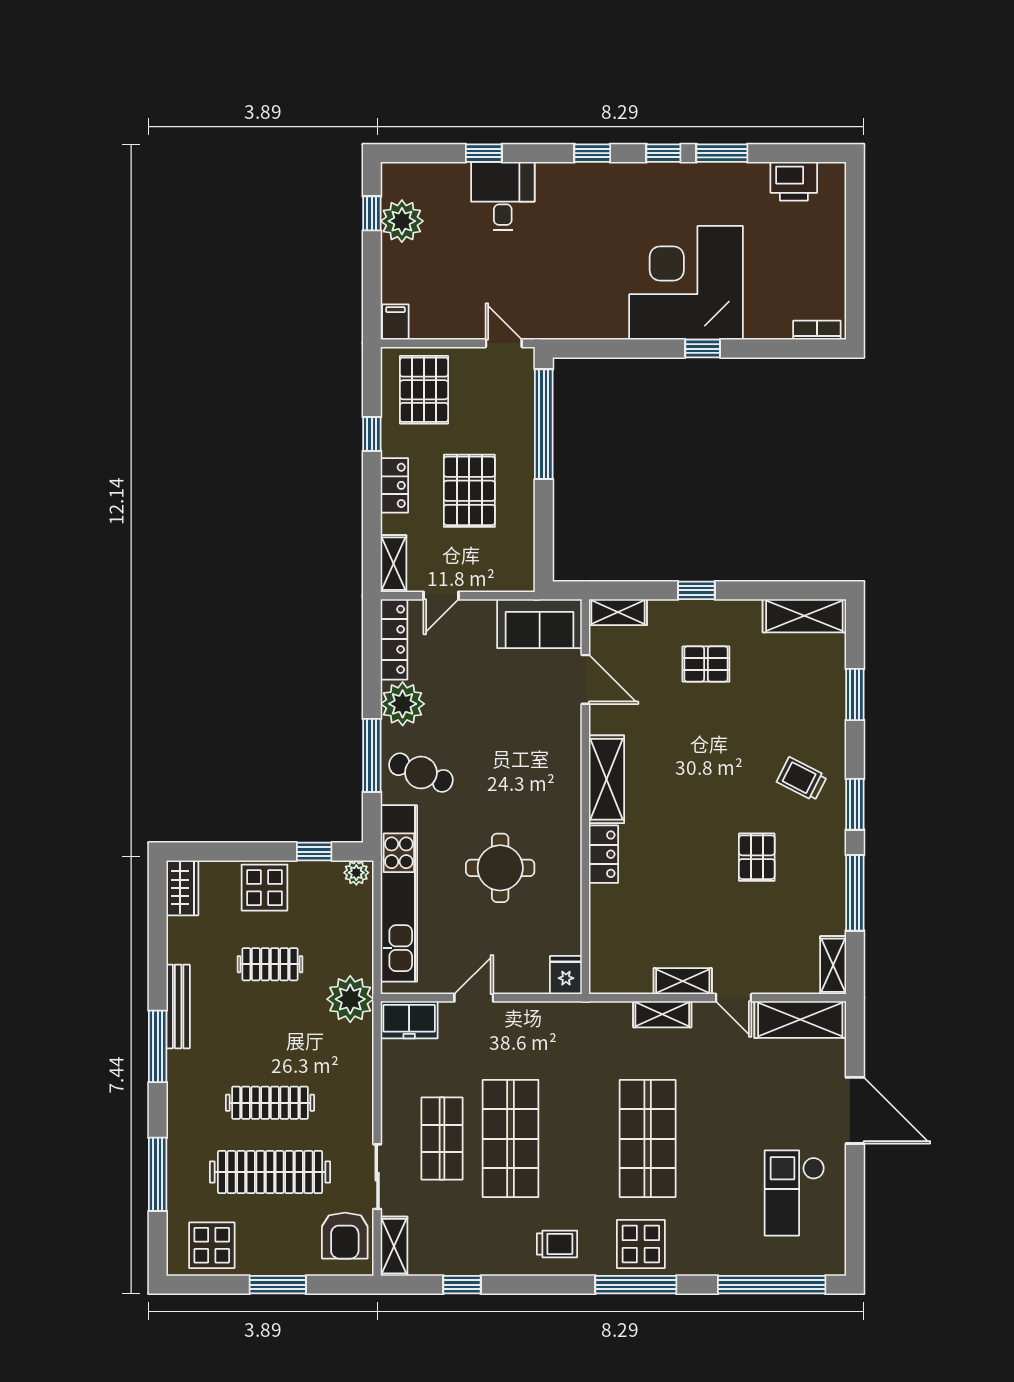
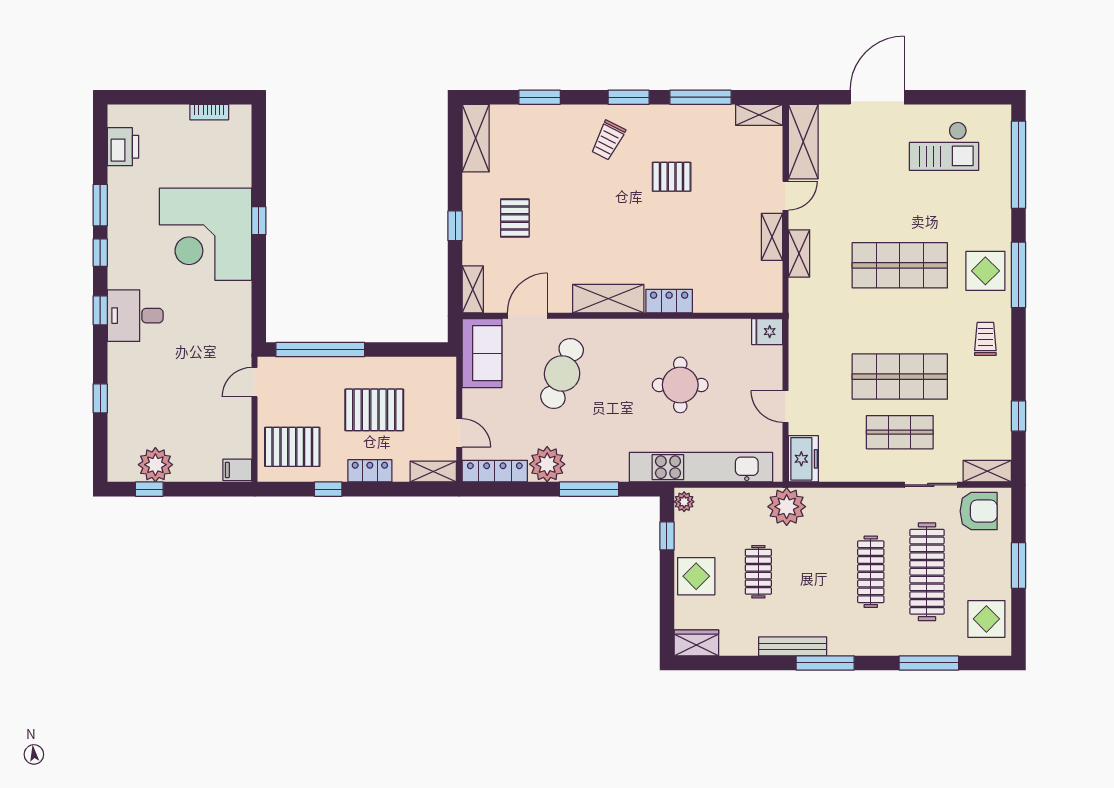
desk: (503, 196) -> (135, 316), moved
bookcase: (817, 330) -> (209, 112), moved, turned -90
cafe table: (421, 773) -> (562, 373), moved, width x1.37, depth x1.35

